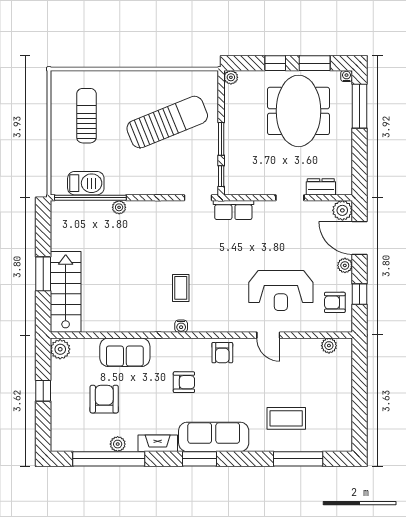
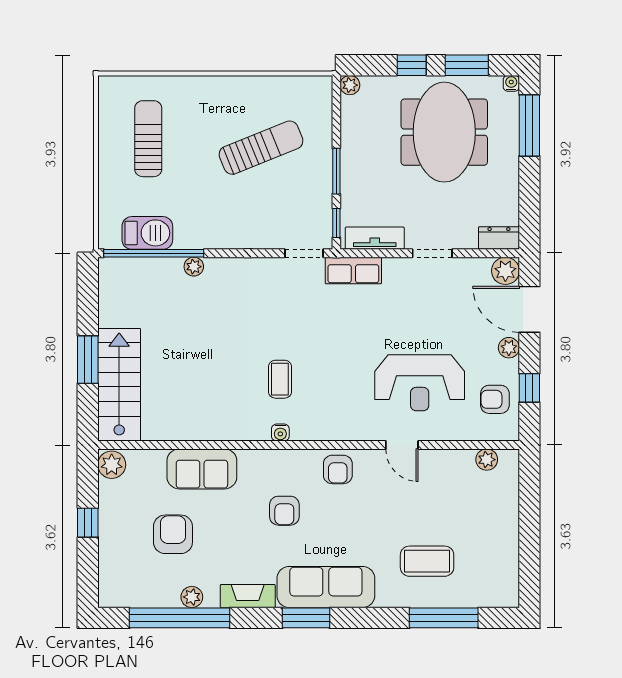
sun lounger: (167, 122) -> (261, 148), width x0.73, depth x0.75
tv unit: (249, 187) -> (375, 238), added
dresser: (321, 187) -> (499, 238), moved
armchair: (184, 382) -> (284, 511), turned 90

